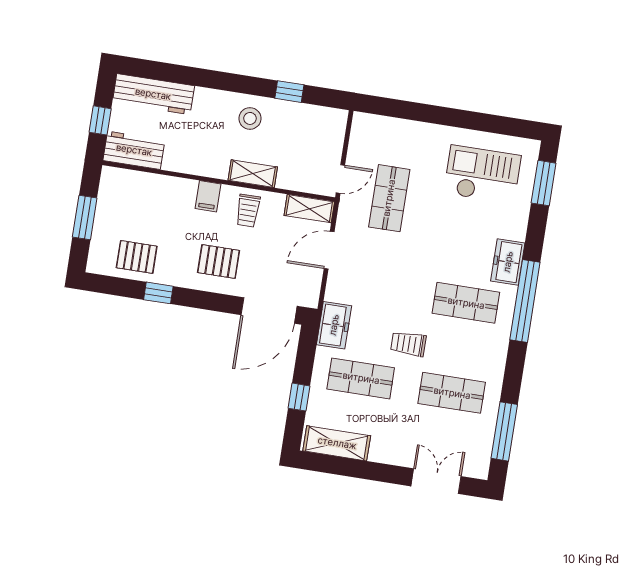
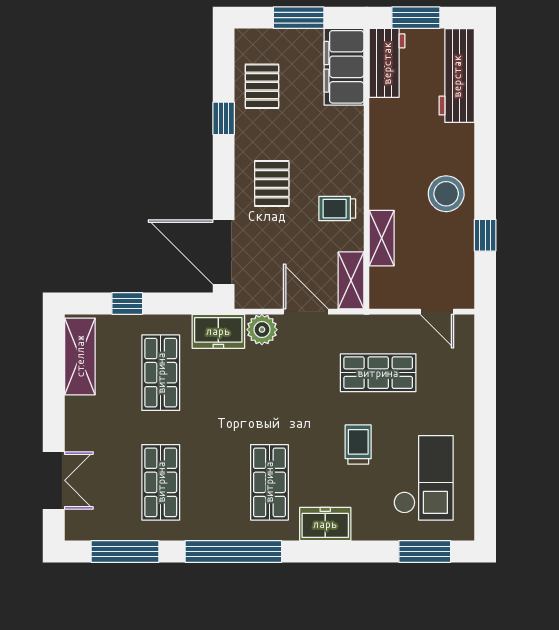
stool: (250, 118) -> (446, 194), width x1.38, depth x1.38
window: (100, 120) -> (416, 18), width x1.50
shelving: (253, 174) -> (382, 238), moved
door: (340, 179) -> (437, 312), moved
filing cabinet: (208, 196) -> (344, 67), moved, width x3.00, depth x1.17
plant: (338, 289) -> (262, 330), added
window: (525, 301) -> (233, 552), moved
trolley: (408, 344) -> (358, 445), moved

